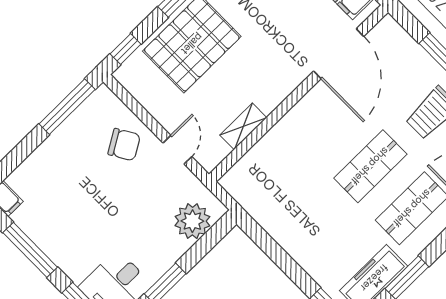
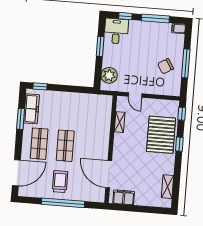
window: (67, 107) -> (186, 63), moved
chair: (124, 145) -> (165, 66), moved

